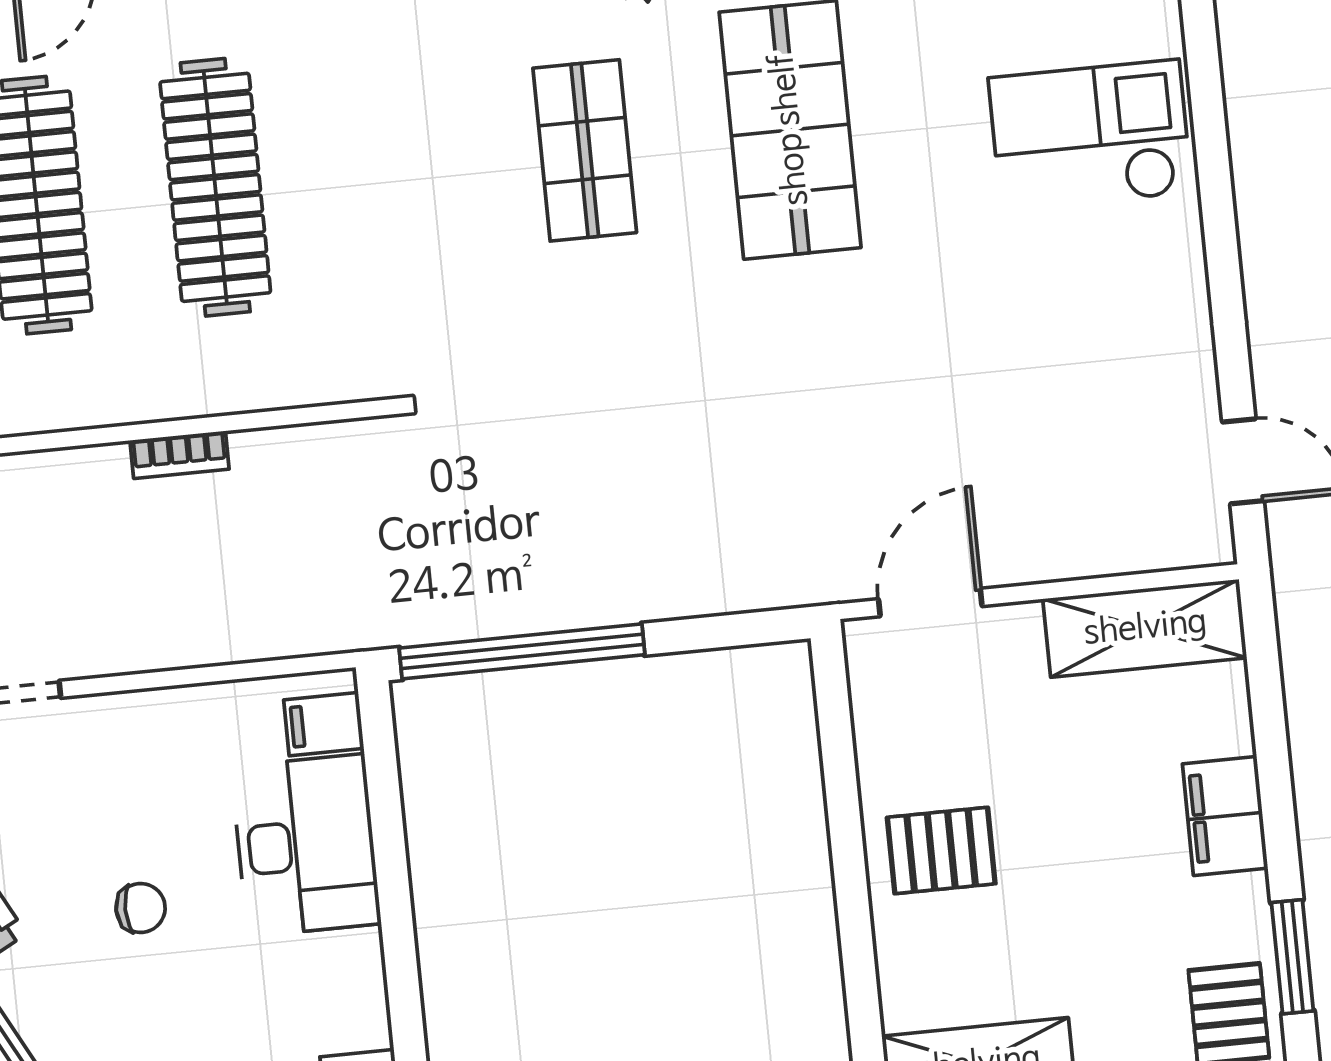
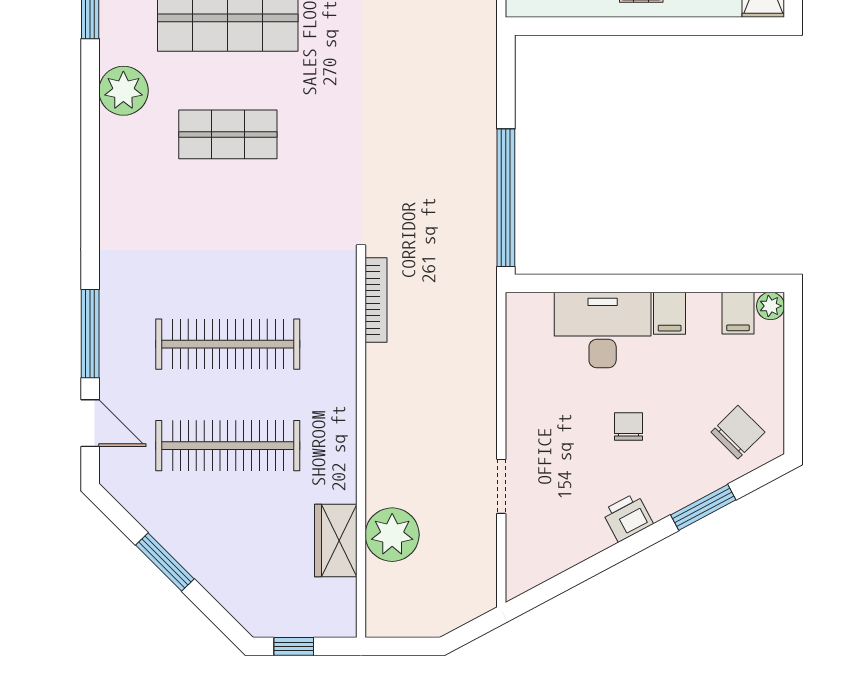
bookcase: (180, 455) -> (376, 300), moved, width x1.56
filing cabinet: (324, 724) -> (670, 313), moved

